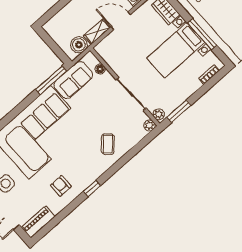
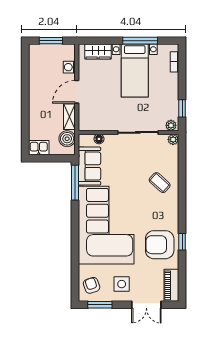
kitchen sink: (53, 29) -> (39, 148), added
window: (179, 111) -> (182, 108), width x0.67
armchair: (61, 186) -> (160, 245), width x1.88, depth x1.88
window: (92, 188) -> (182, 242), moved

